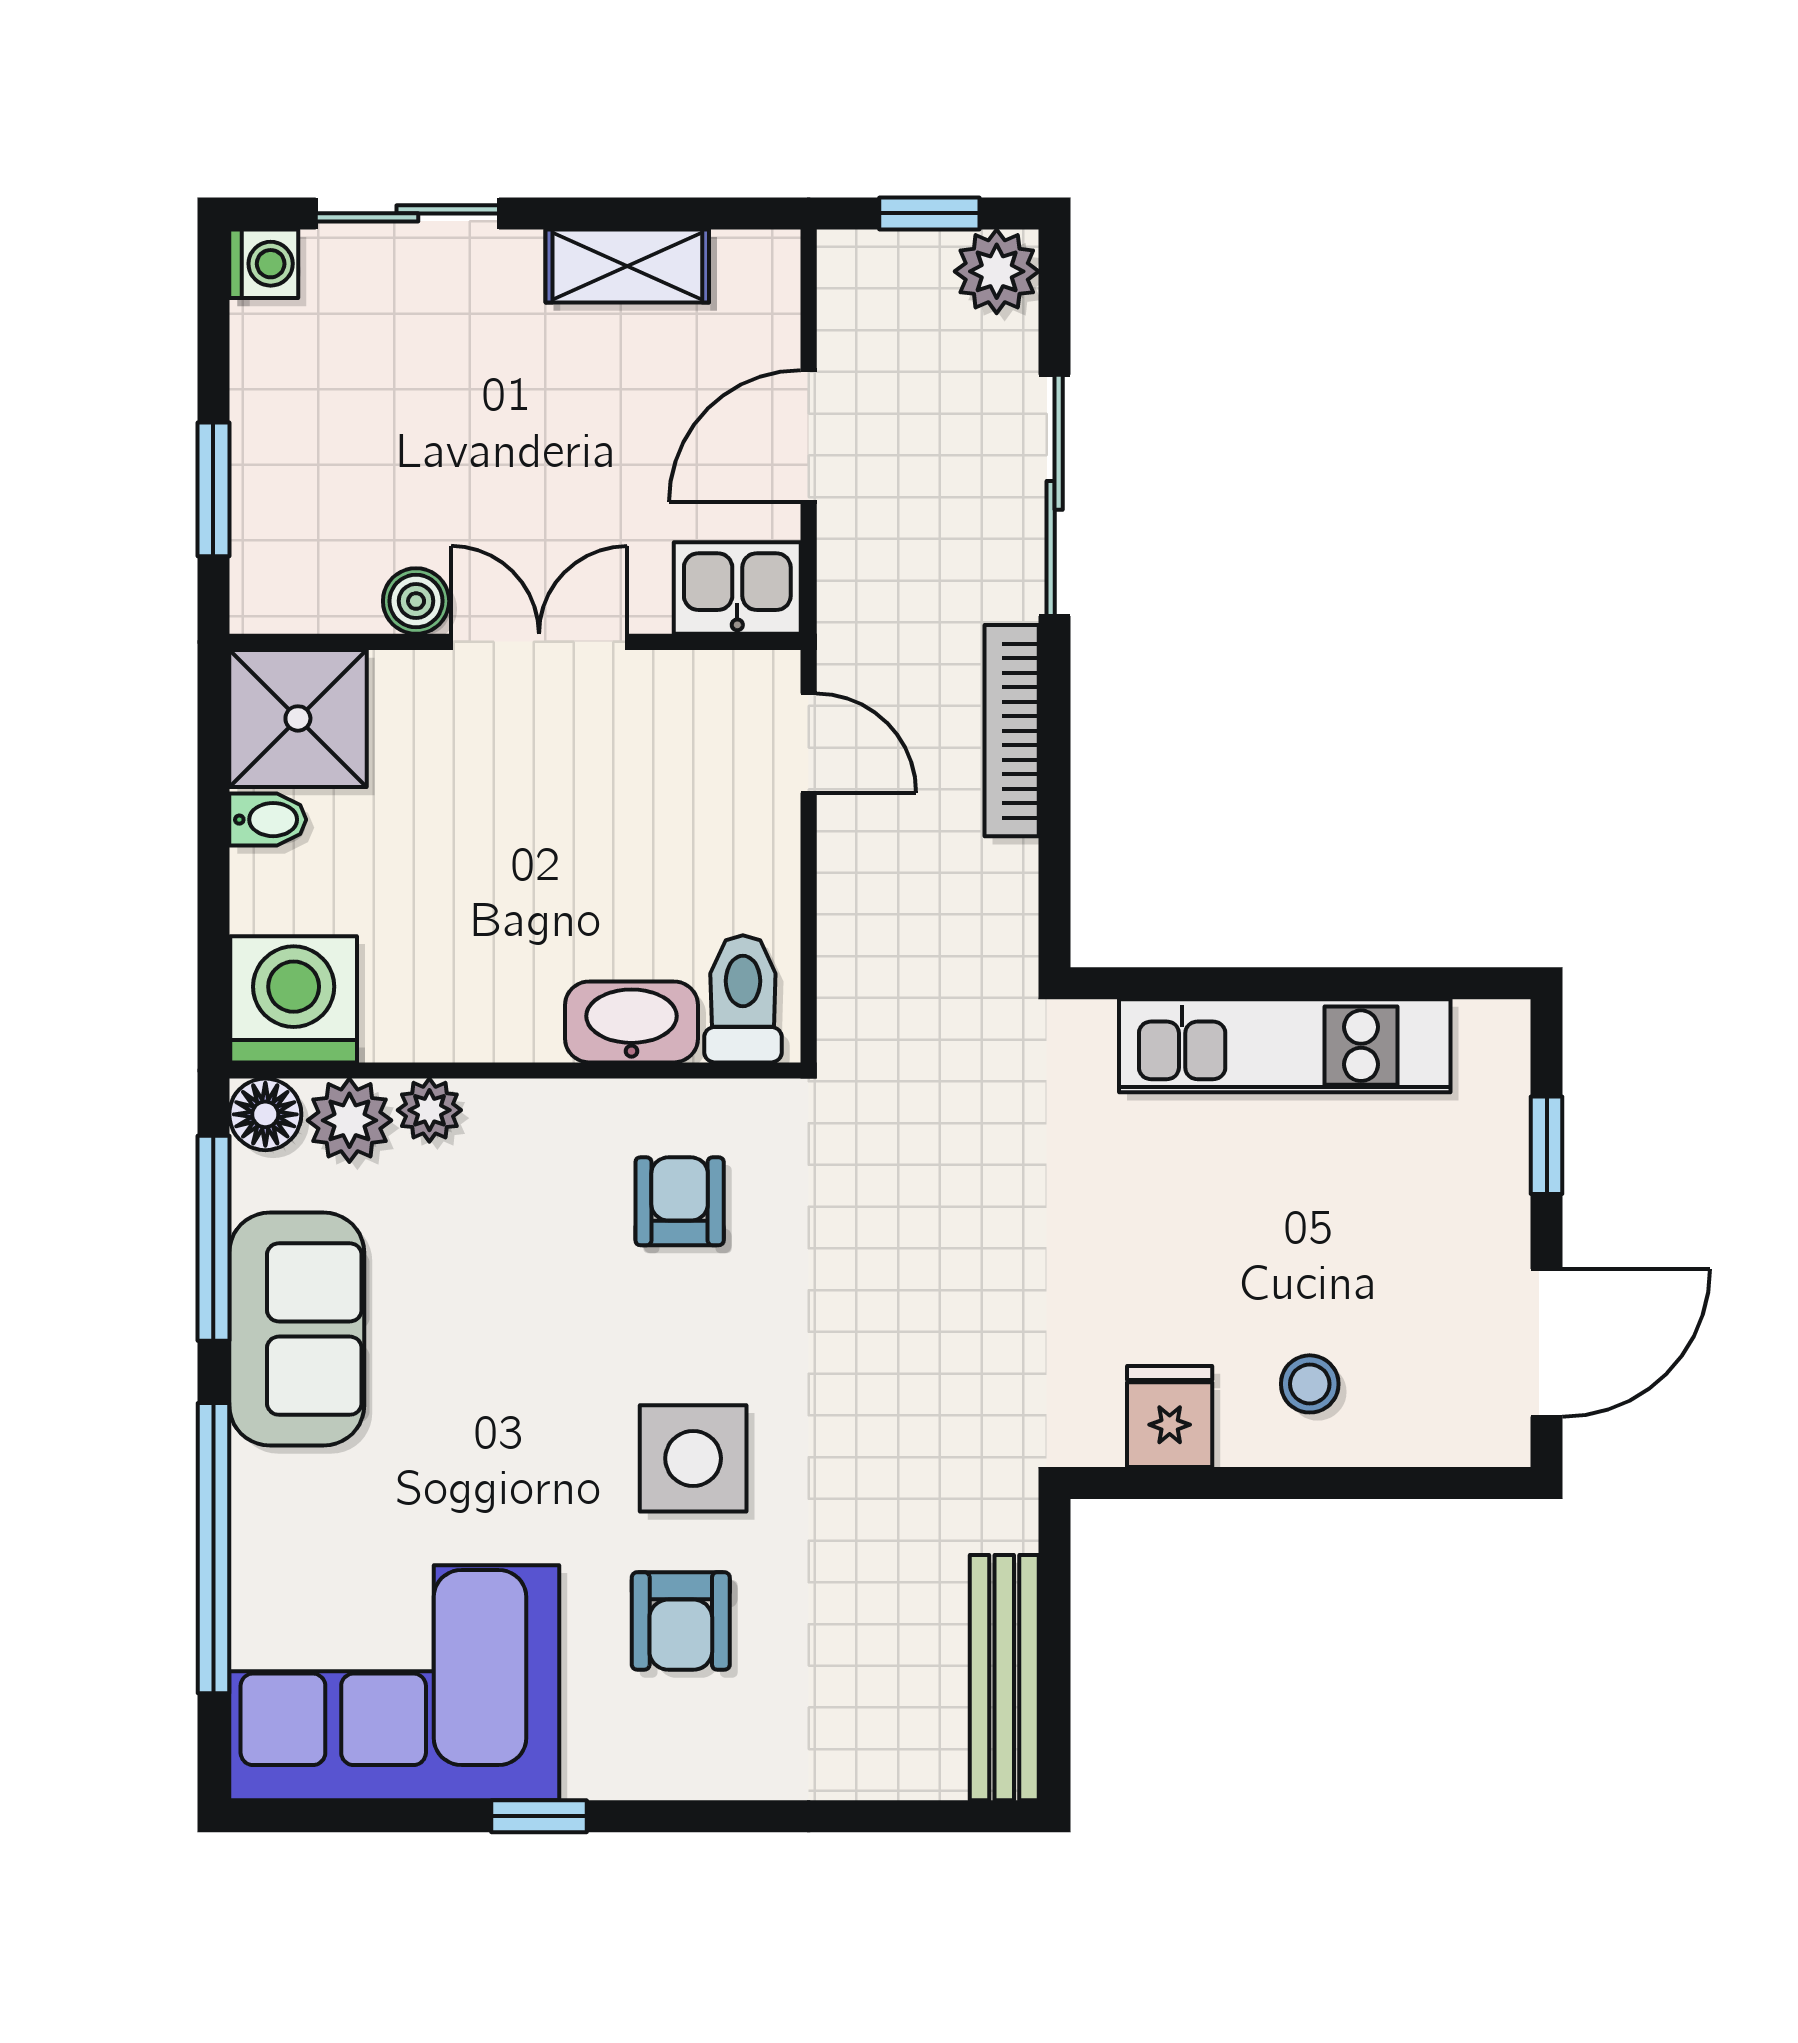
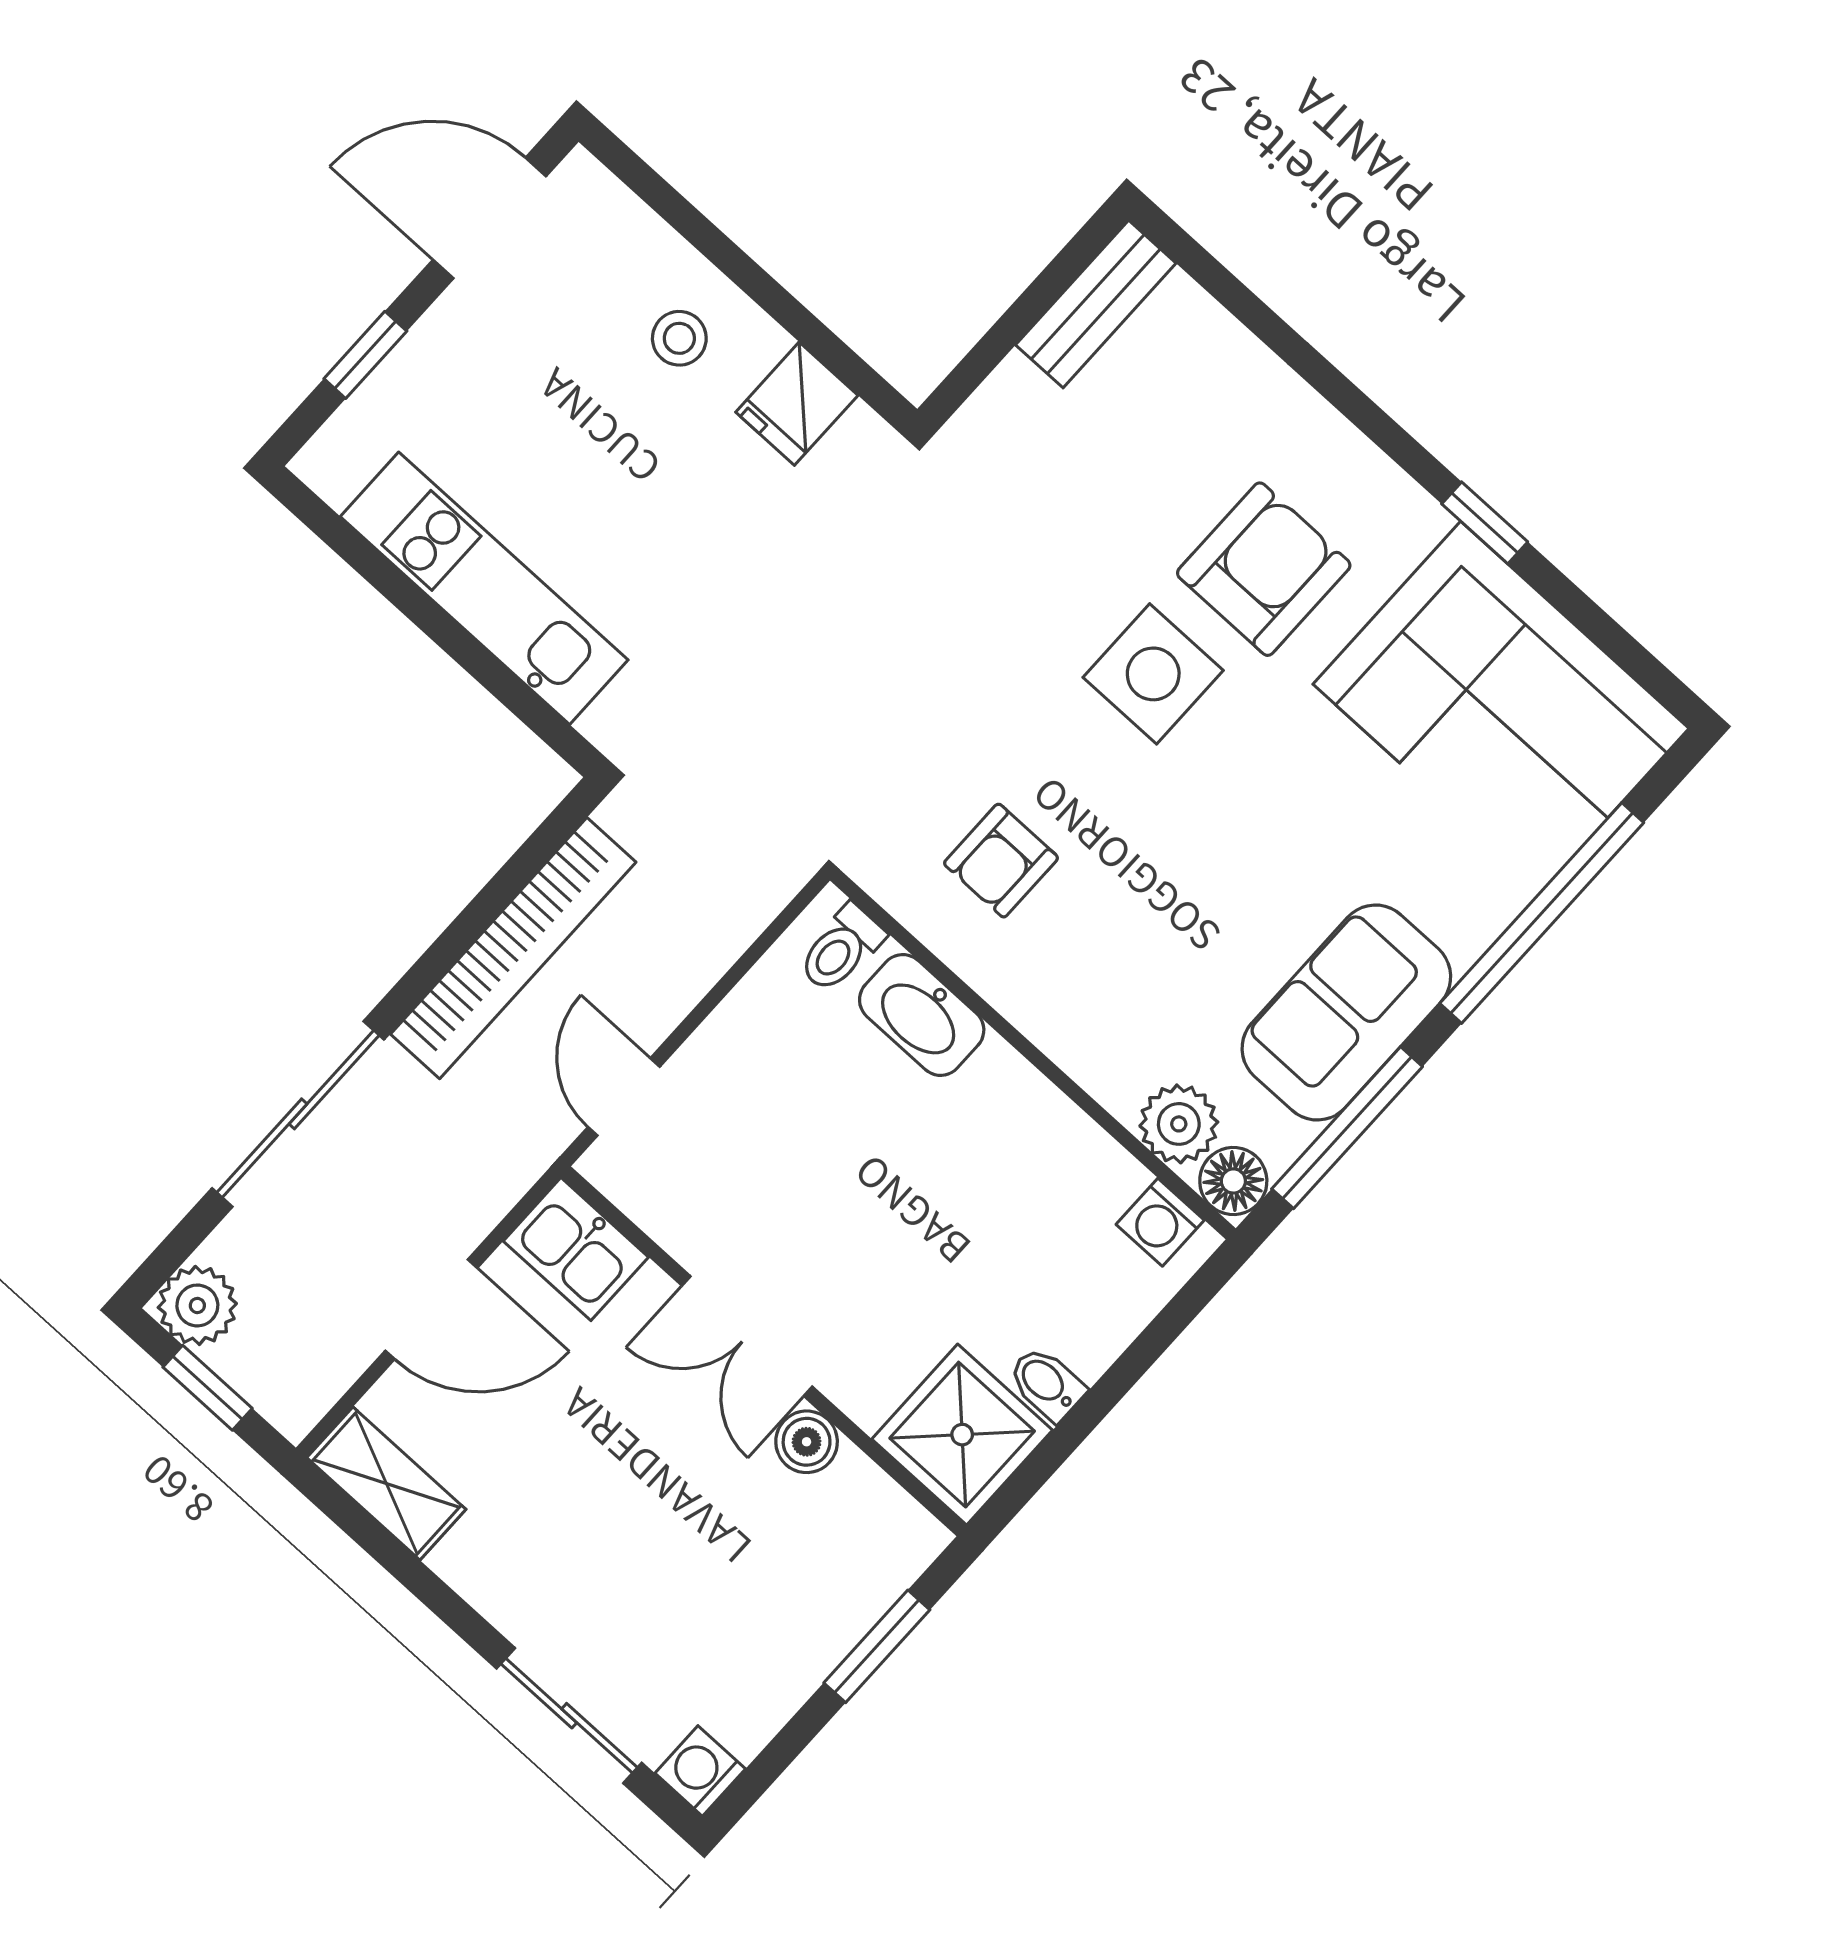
shelving: (627, 266) -> (386, 1483), moved
bookcase: (1012, 731) -> (513, 948), width x1.48, depth x1.31
washing machine: (294, 999) -> (1160, 1222), width x0.53, depth x0.53
toilet: (743, 999) -> (841, 949), width x0.73, depth x0.72
plant: (429, 1110) -> (1117, 1081), removed
armchair: (681, 1621) -> (1264, 569), width x1.38, depth x1.38
bench: (1004, 1678) -> (1096, 304), width x0.73

